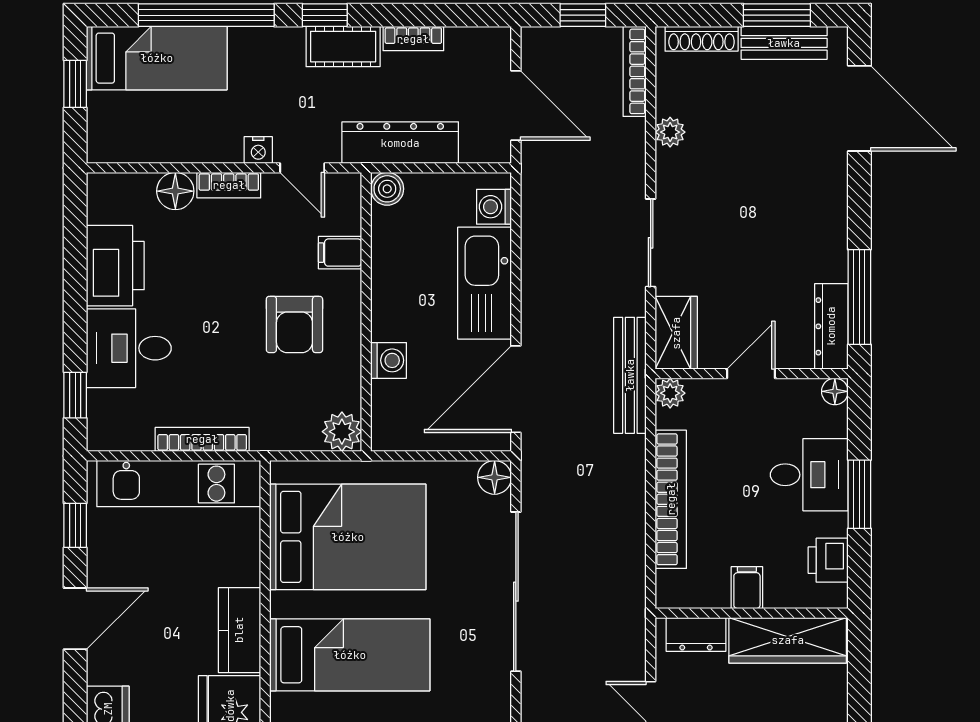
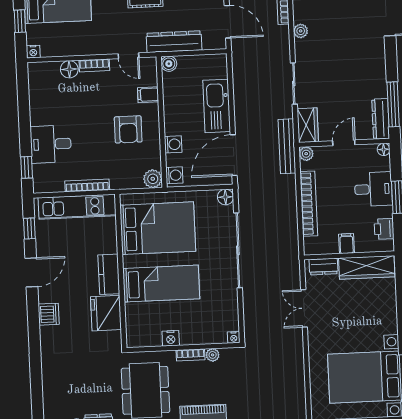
nightstand: (258, 150) -> (33, 52), moved
washing machine: (494, 207) -> (174, 175), moved, turned 180
printer: (115, 266) -> (43, 106), removed

